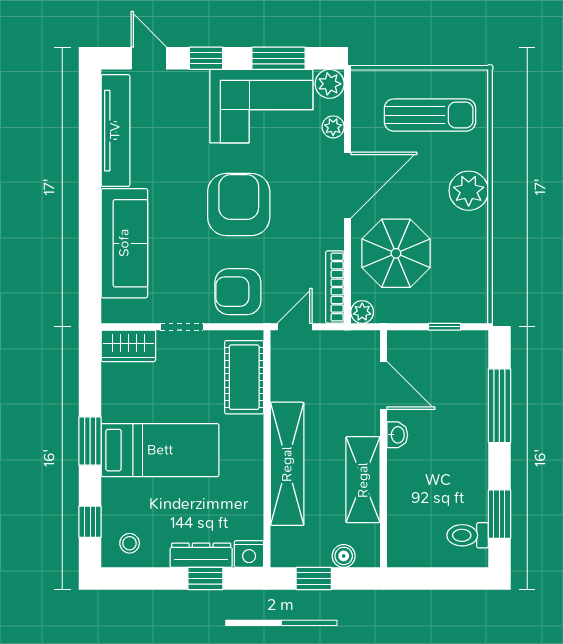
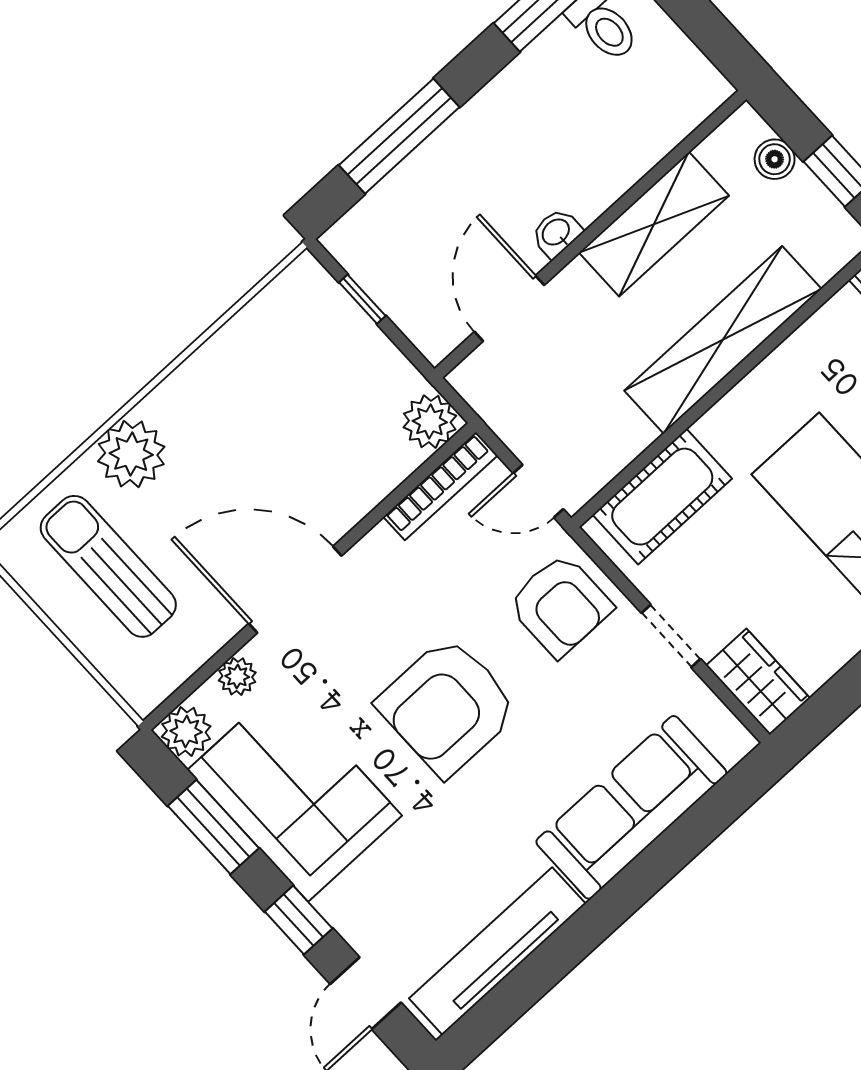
plant: (469, 191) -> (131, 454), moved
parasol: (396, 253) -> (325, 448), removed
plant: (362, 312) -> (430, 422), width x1.38, depth x1.38

